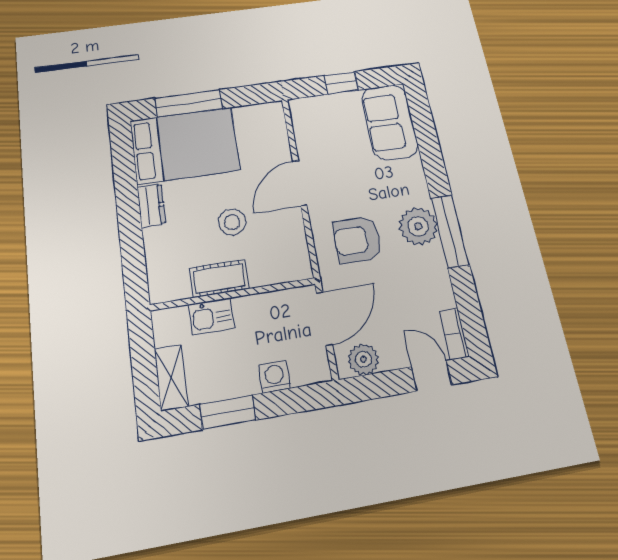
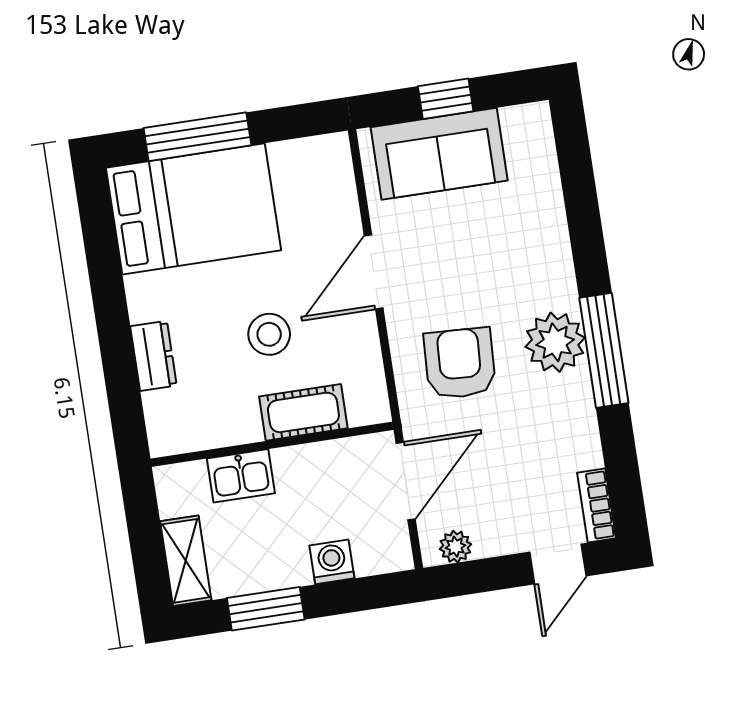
sofa: (390, 122) -> (439, 154), moved, turned -90
dresser: (151, 206) -> (153, 356), moved
armchair: (357, 240) -> (460, 363), turned 93
cot: (219, 278) -> (303, 412), moved
plant: (364, 359) -> (455, 547), width x0.73, depth x0.73
door: (432, 376) -> (558, 564), swing flipped

